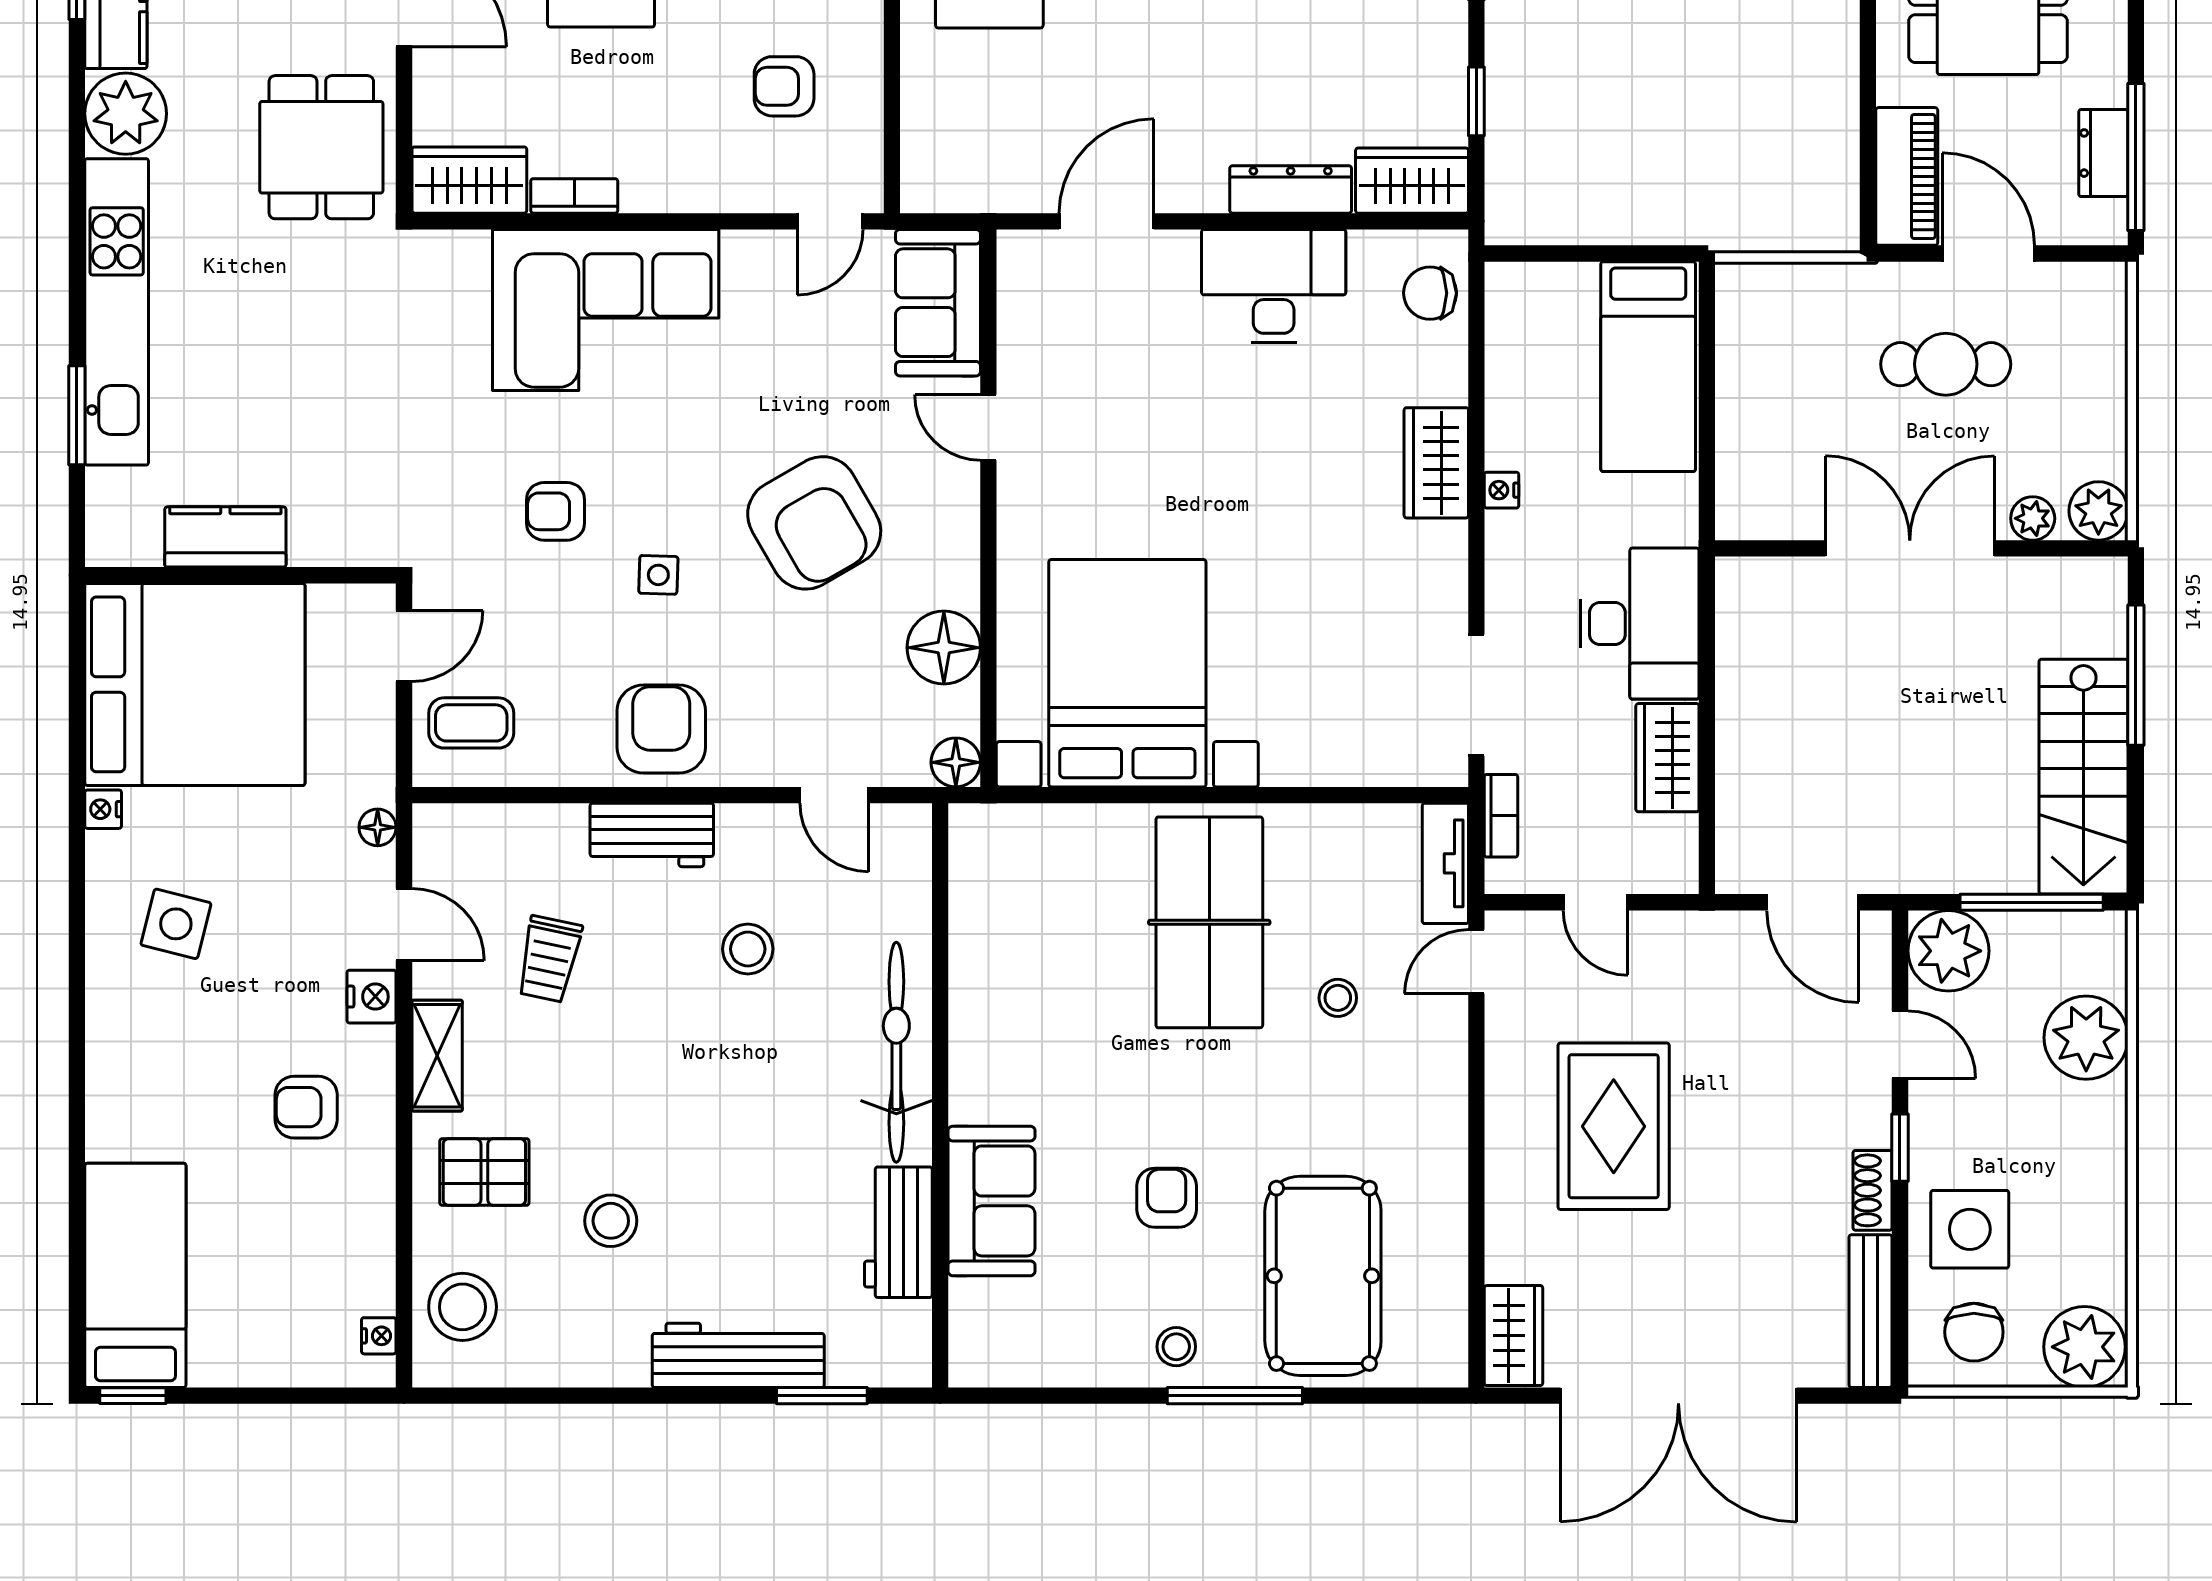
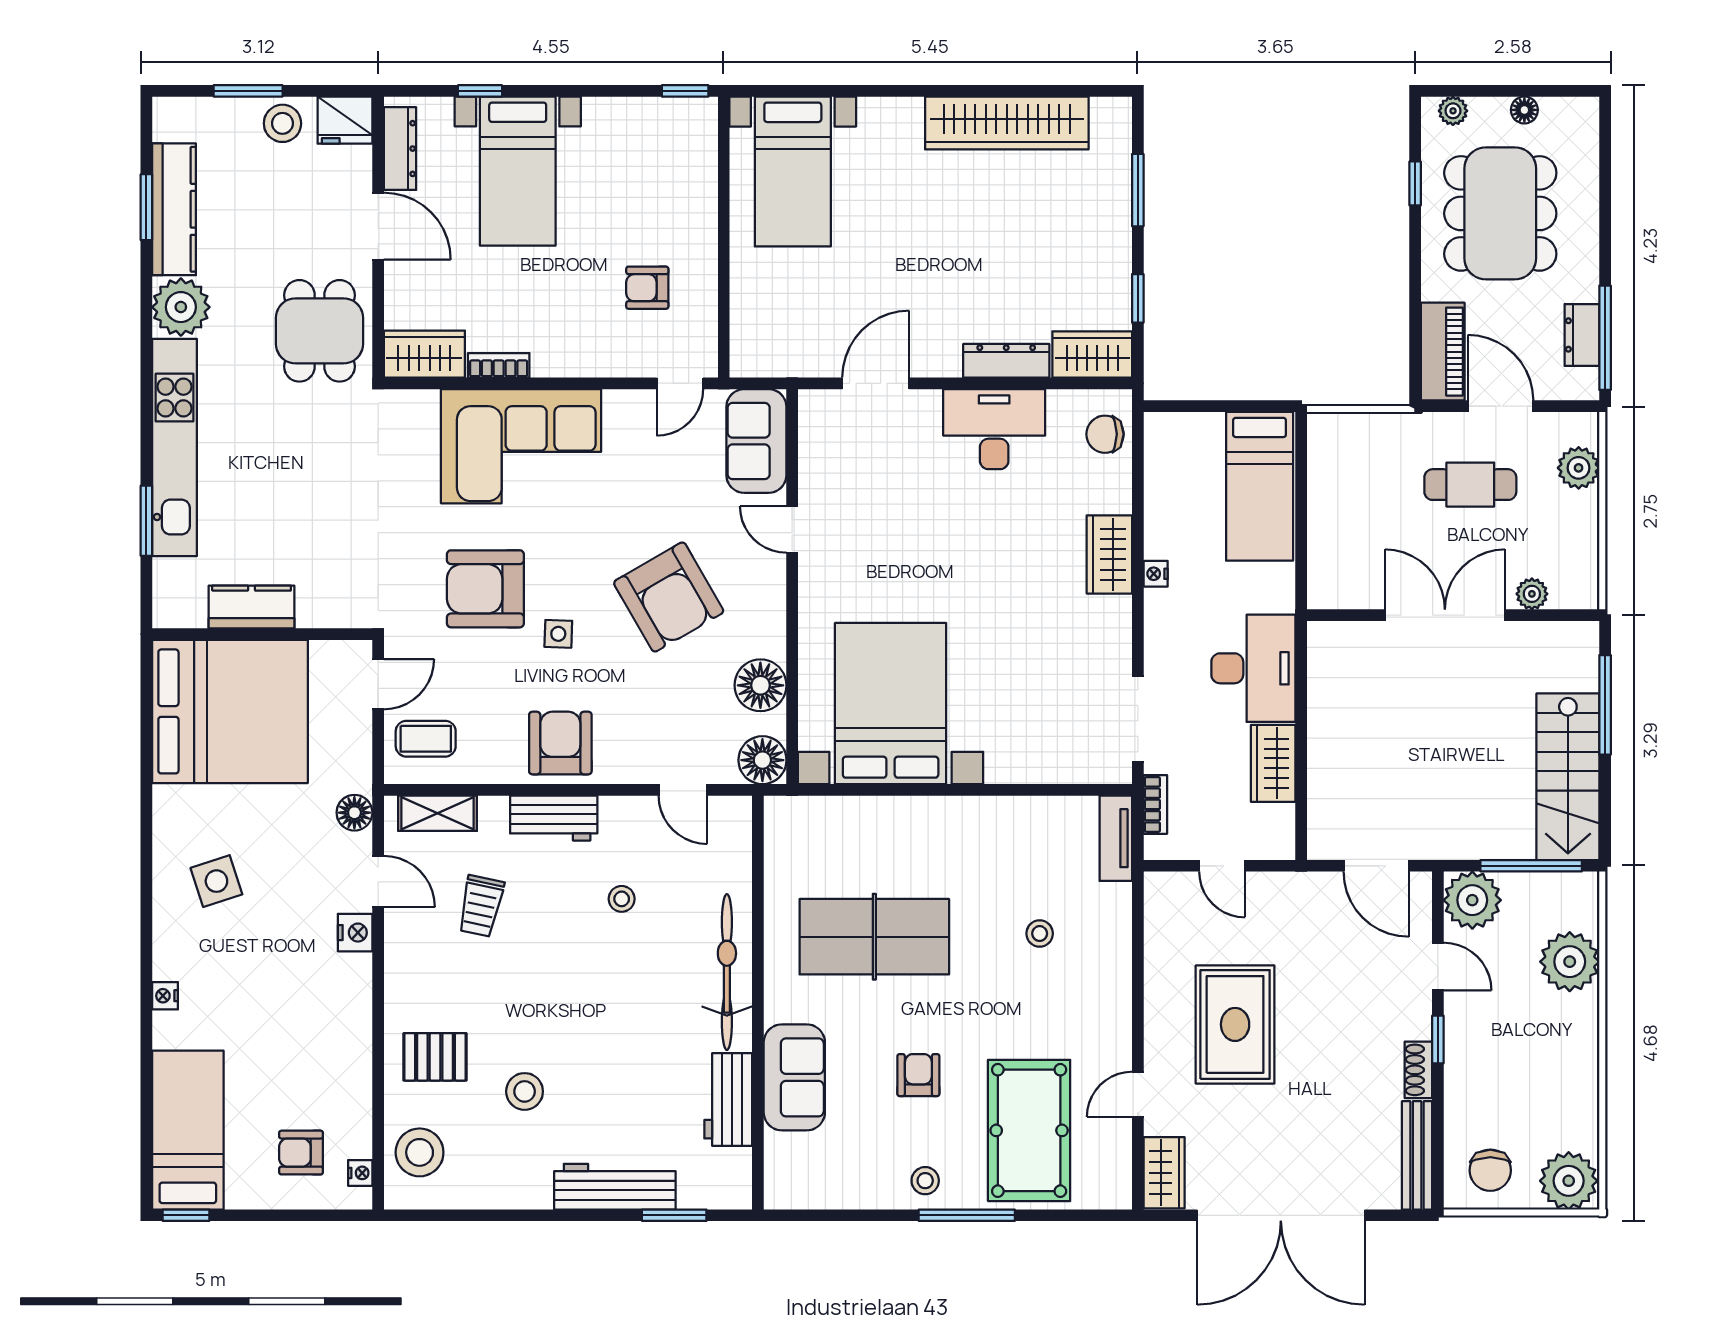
armchair: (556, 511) -> (485, 589), width x1.88, depth x1.88
plant: (2098, 511) -> (1579, 468), moved
floor lamp: (956, 762) -> (762, 760), width x1.38, depth x1.38
nightstand: (103, 809) -> (165, 996), moved
floor lamp: (378, 827) -> (354, 813), width x1.37, depth x1.37
table tennis table: (1209, 922) -> (874, 937), moved, turned 90
side table: (176, 924) -> (216, 881), turned -32
stool: (748, 949) -> (622, 899), width x0.73, depth x0.73
door: (1476, 962) -> (1138, 1094), moved
shelving: (437, 1056) -> (438, 813), moved, turned 90
armchair: (306, 1107) -> (301, 1153), moved
side table: (1970, 1229) -> (1487, 1097), removed

